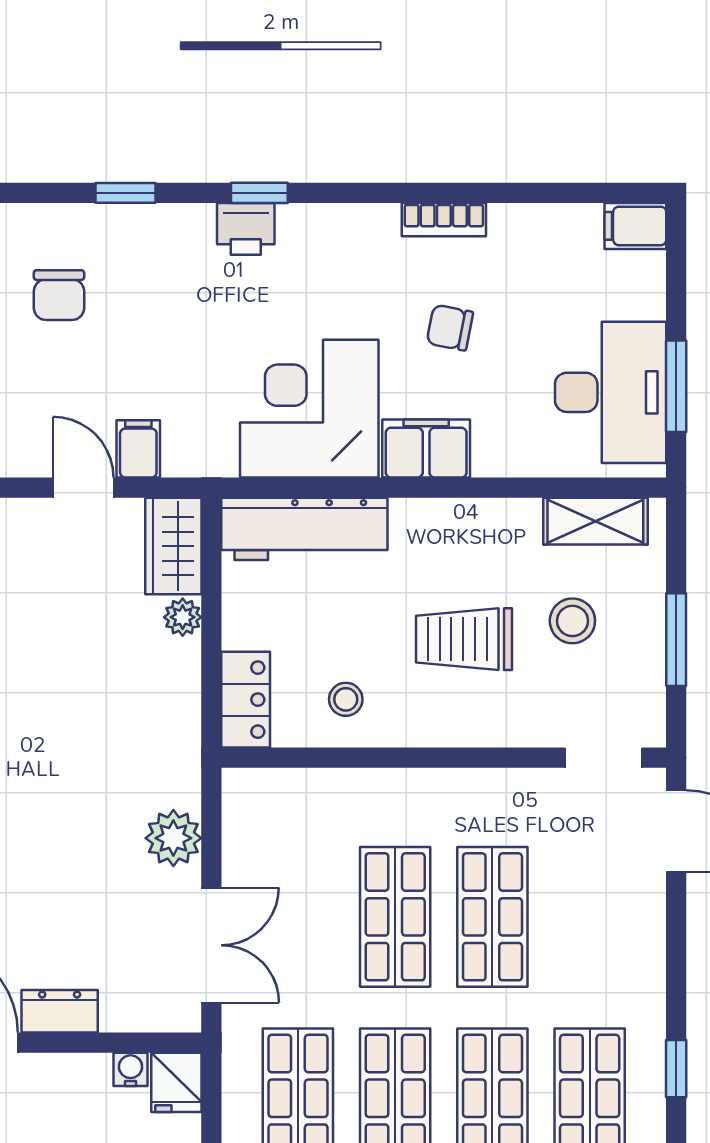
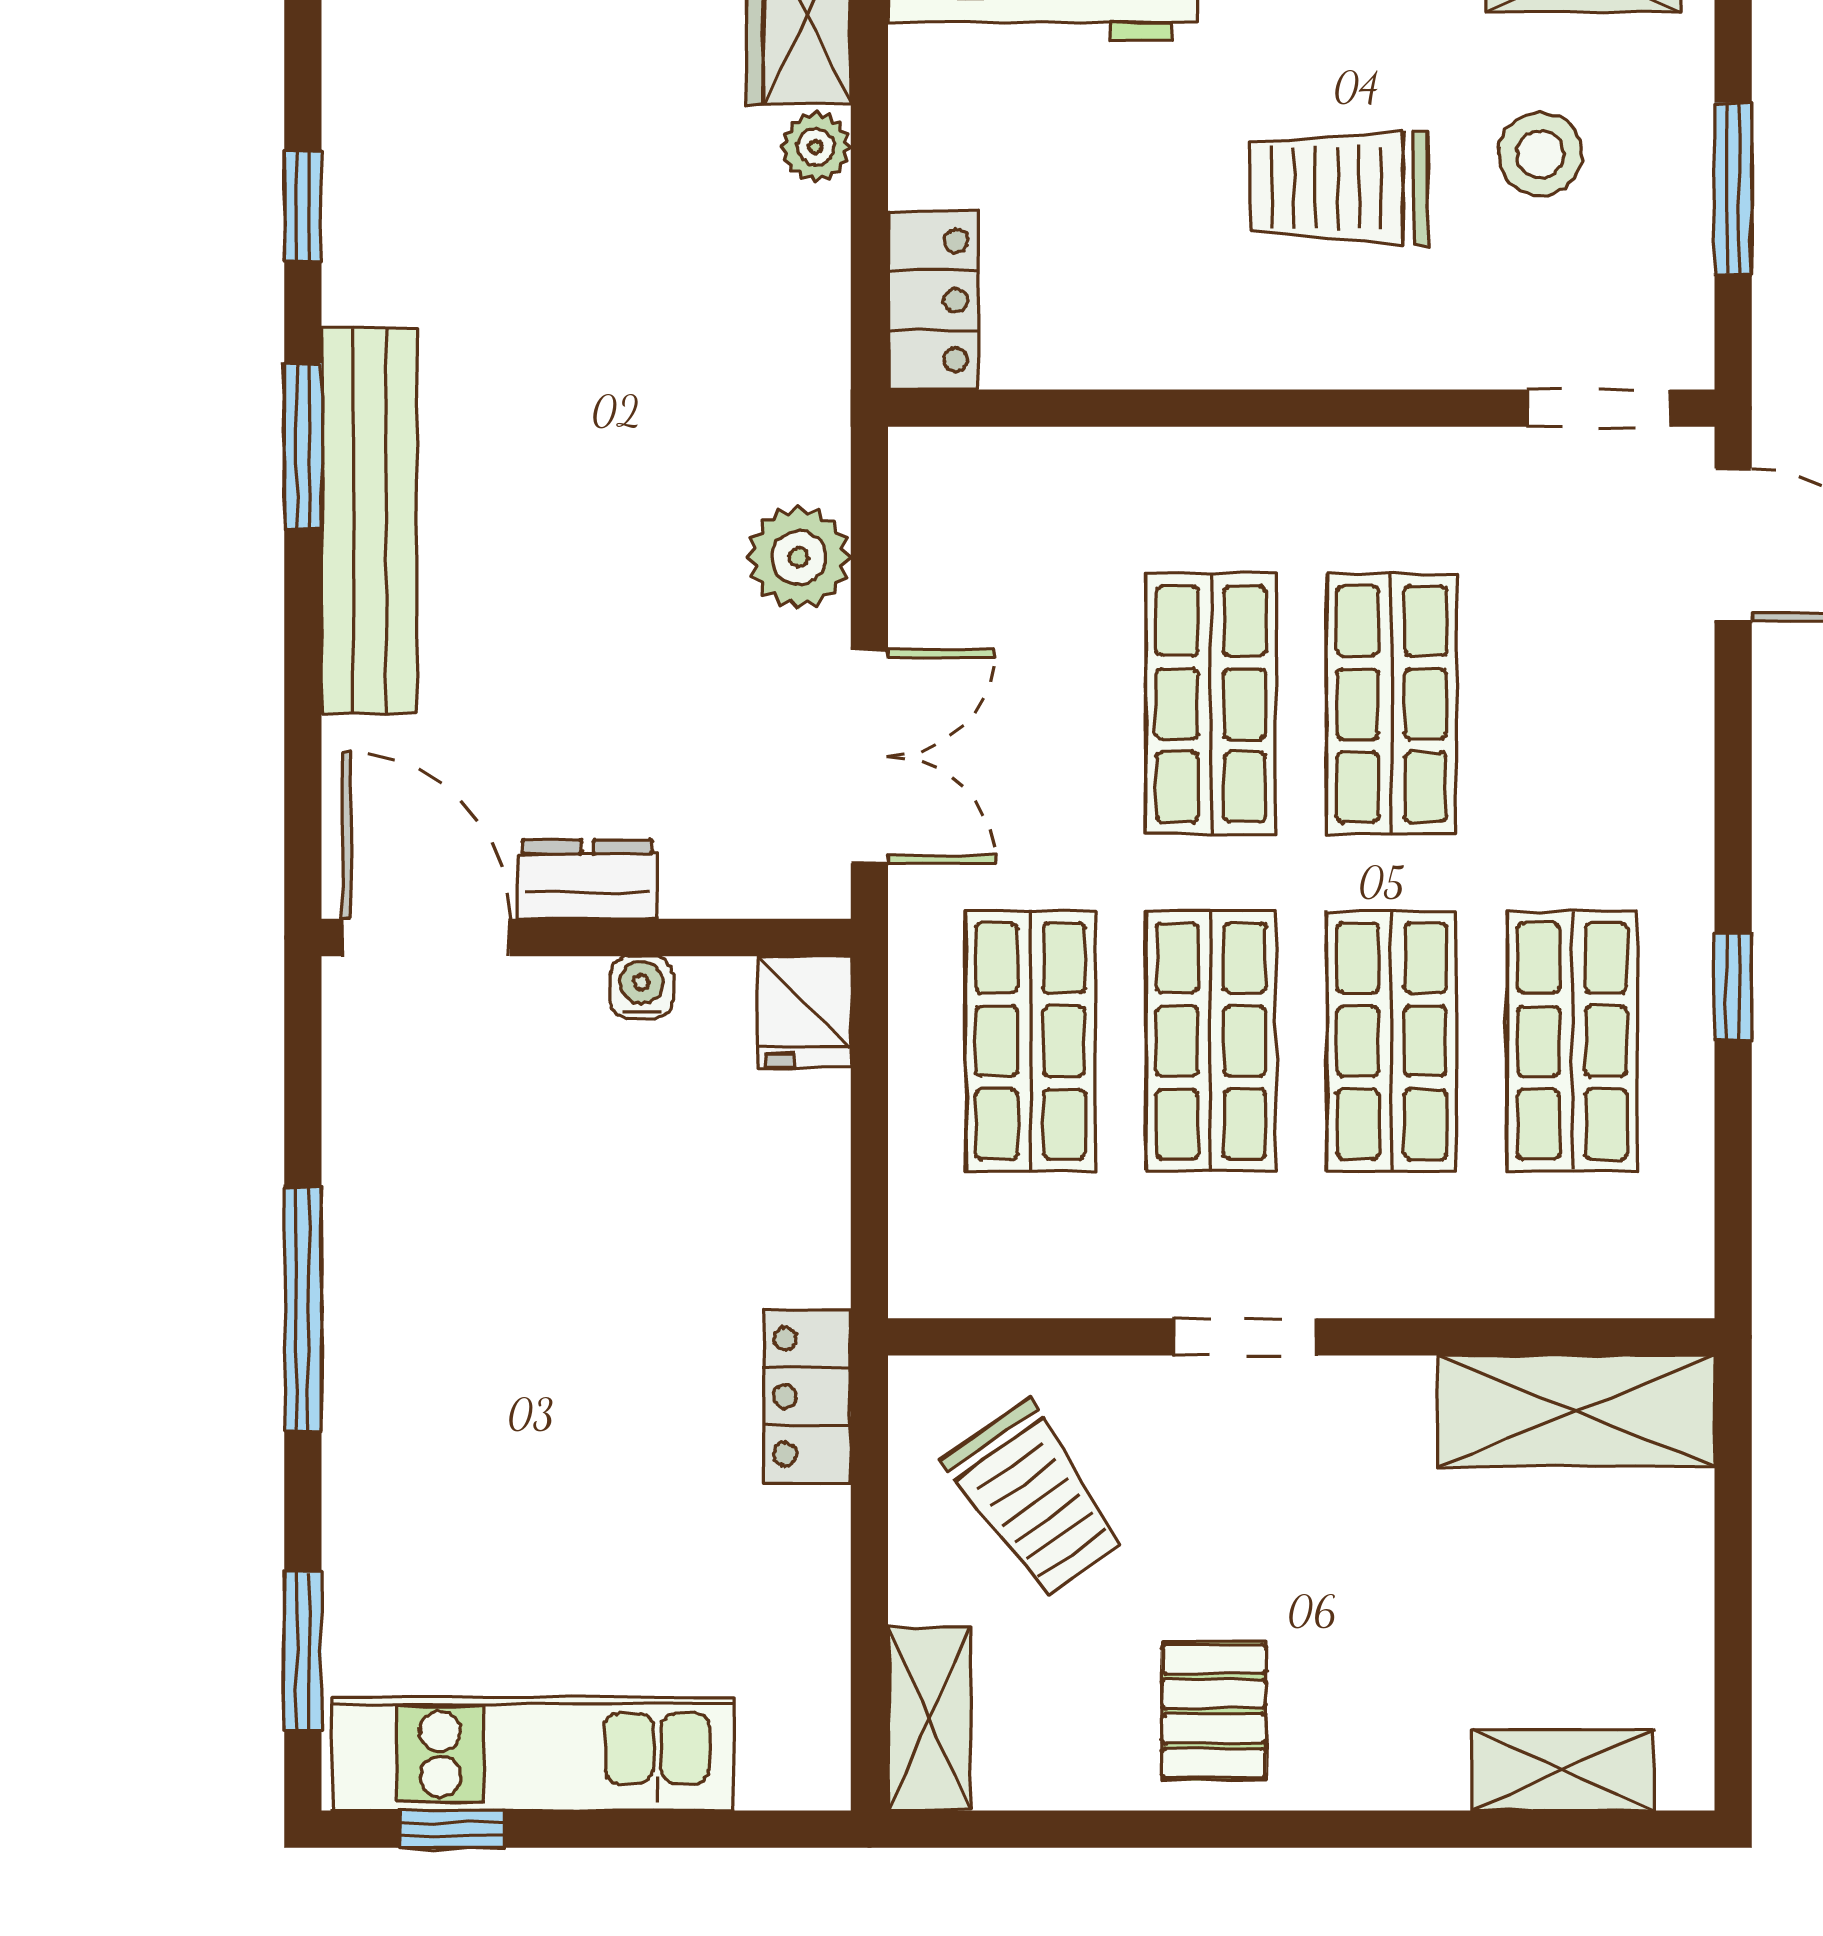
stool: (346, 699) -> (1119, 300), removed
water cooler: (131, 1069) -> (641, 987), moved

